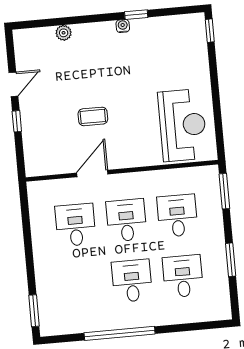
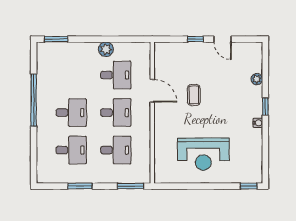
window: (136, 15) -> (265, 106), moved
reception desk: (183, 125) -> (203, 154), moved
plant: (42, 241) -> (106, 49), added

